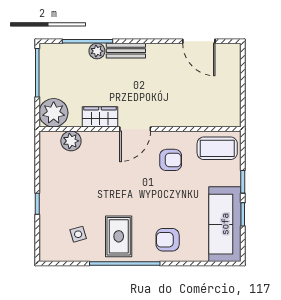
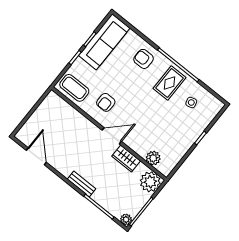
plant: (97, 51) -> (126, 219), moved
armchair: (171, 160) -> (106, 102), turned -90
armchair: (168, 240) -> (144, 59), turned 180

